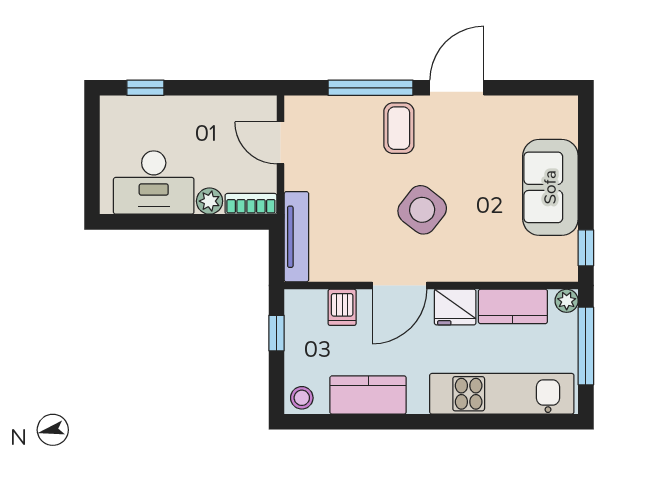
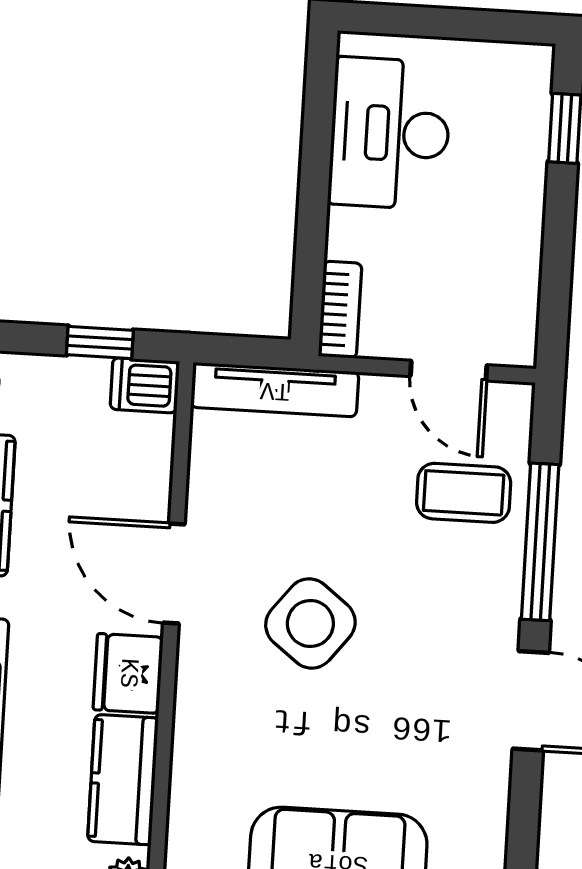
coffee table: (399, 128) -> (464, 493), moved
door: (281, 143) -> (449, 371), swing flipped
plant: (210, 201) -> (350, 234), removed
dishwasher: (342, 307) -> (145, 385), moved

